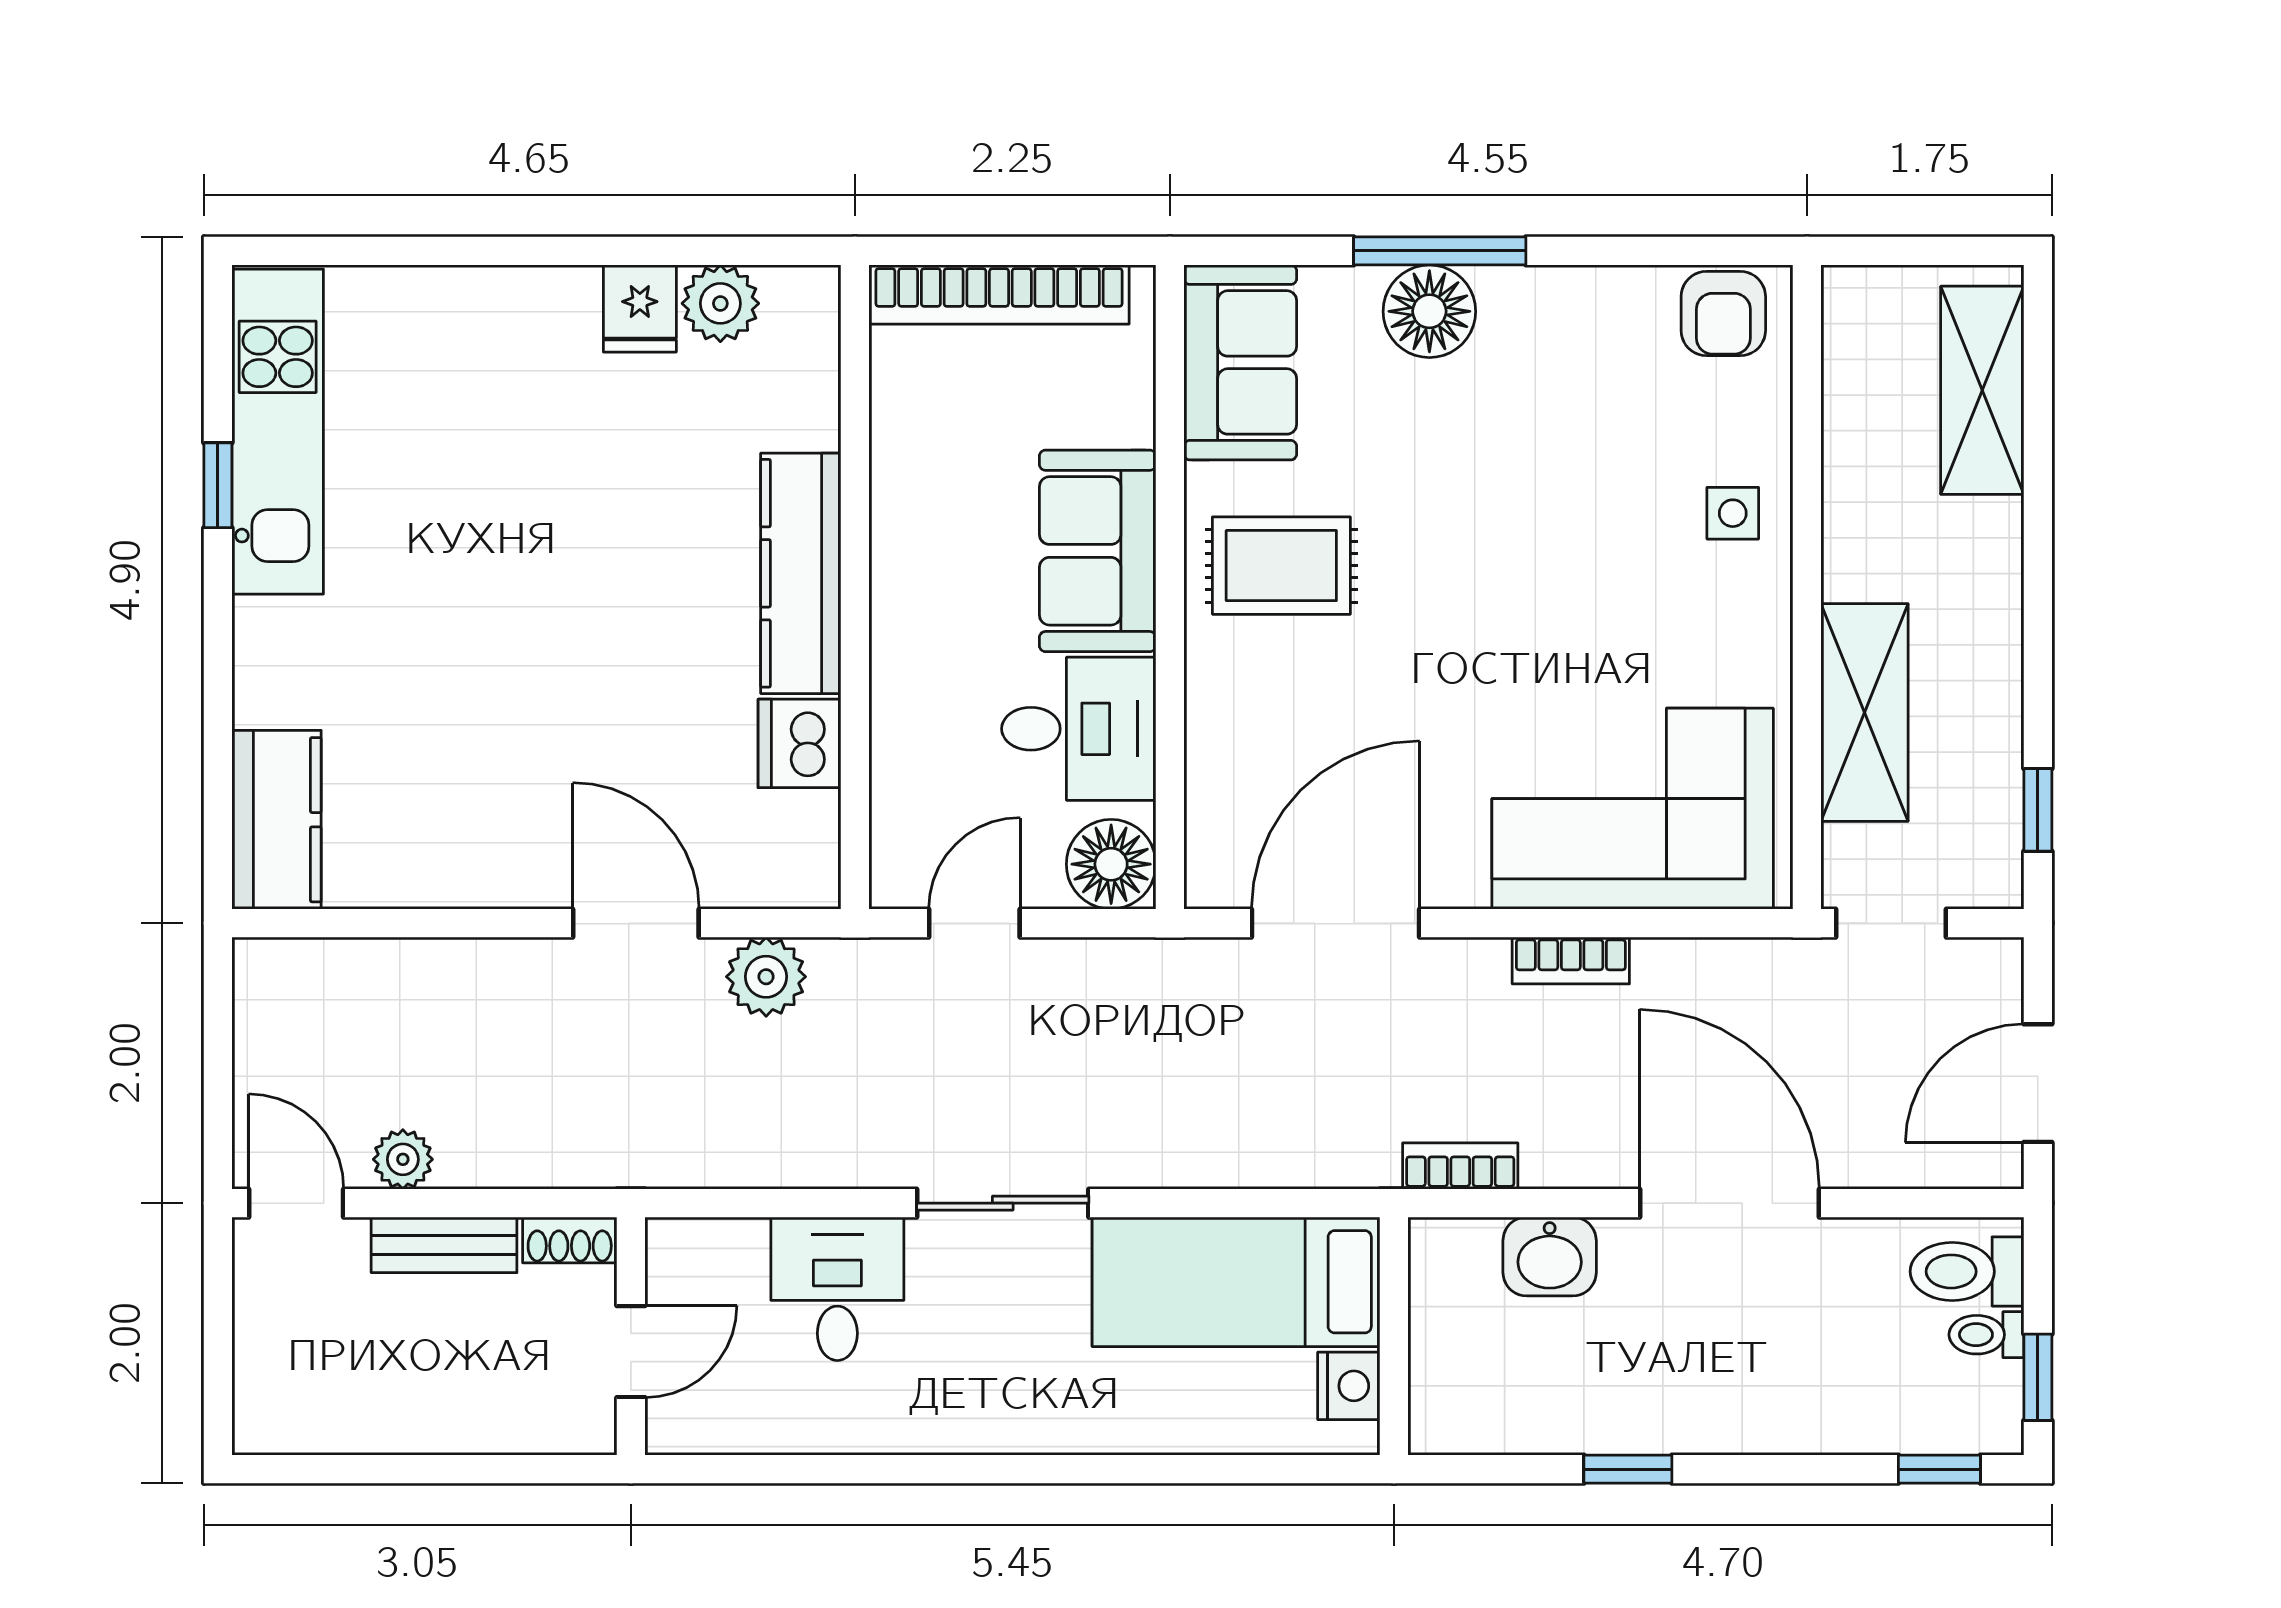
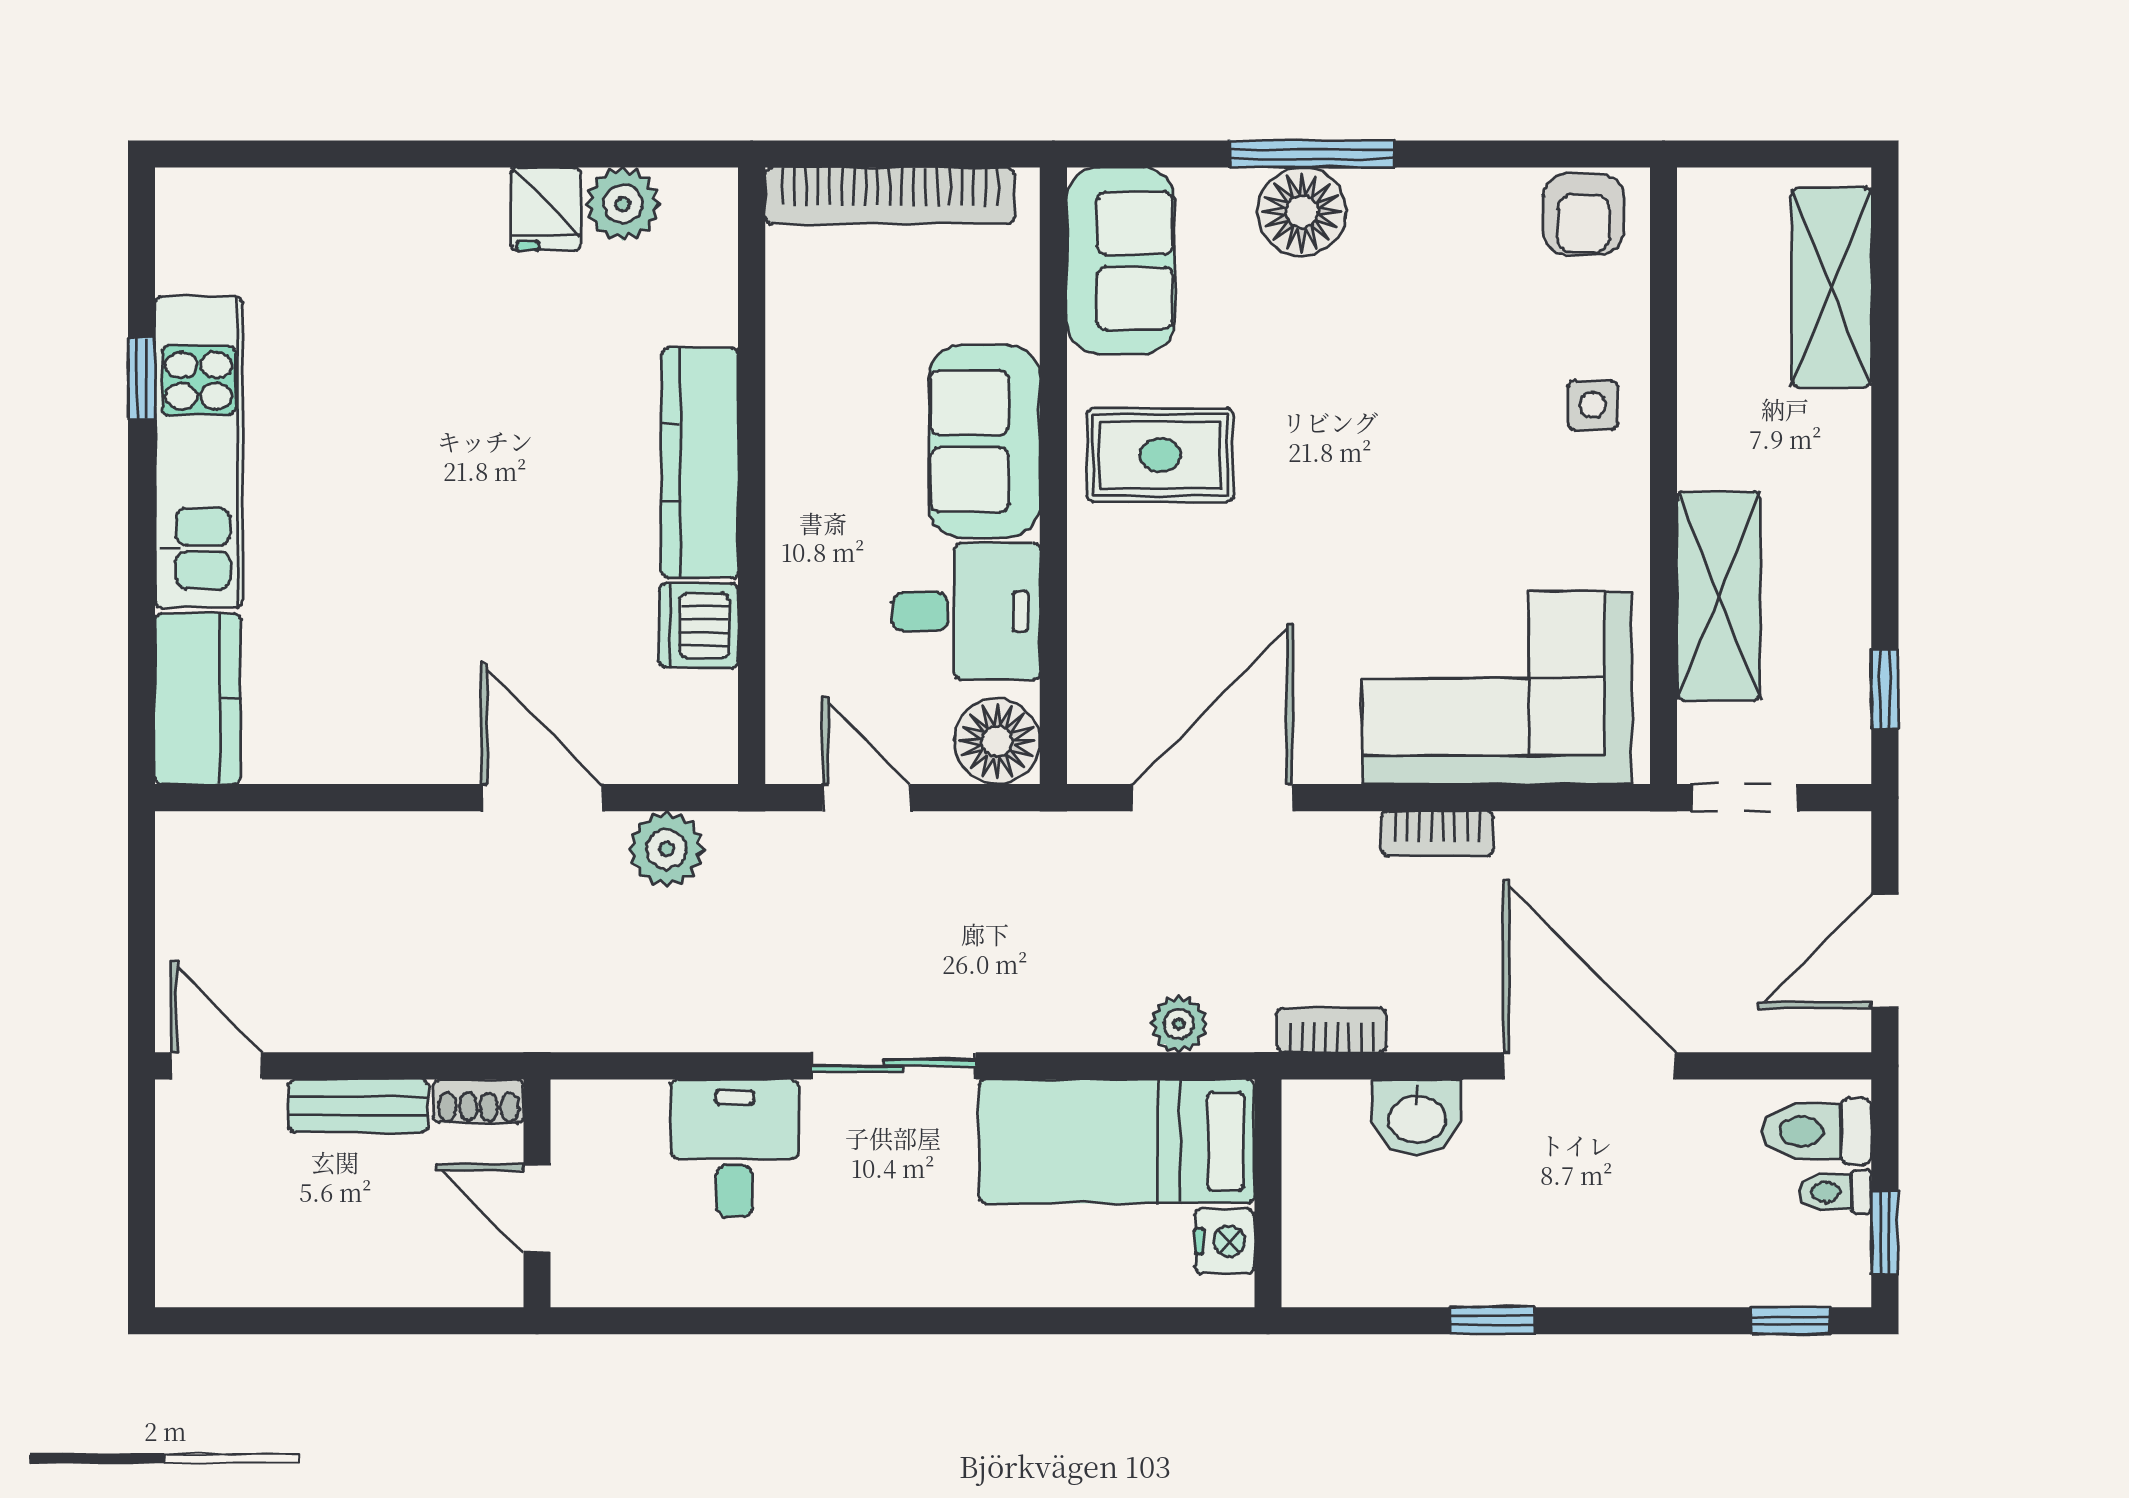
kitchen unit: (278, 432) -> (199, 452), moved
door: (974, 923) -> (866, 798), hinge flipped
plant: (403, 1159) -> (1179, 1024), moved
door: (631, 1352) -> (537, 1208), swing flipped

